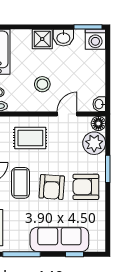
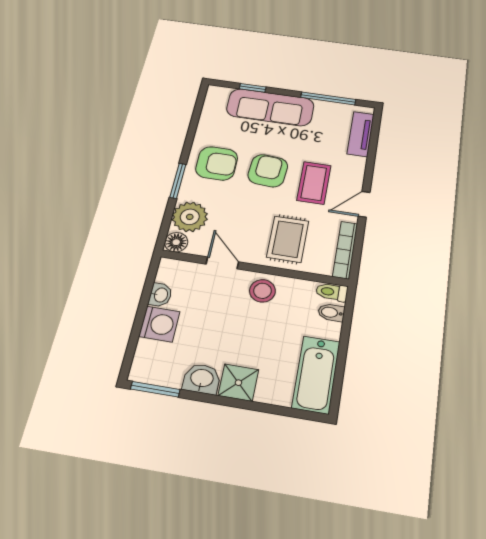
washing machine: (95, 39) -> (159, 324), moved, turned 90
stool: (42, 84) -> (262, 291), moved
washbasin: (99, 104) -> (160, 295), moved
door: (67, 114) -> (222, 263), swing flipped
rug: (30, 138) -> (288, 239), turned 90

